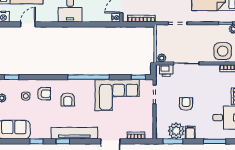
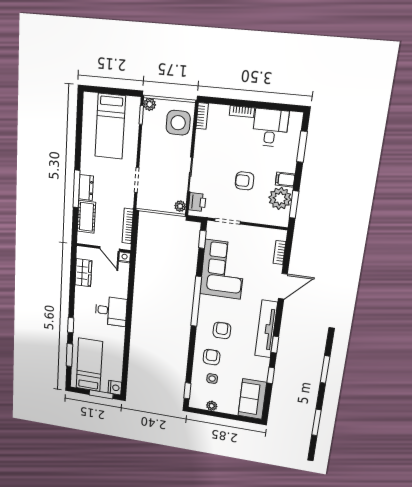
door: (28, 24) -> (126, 362), removed
armchair: (68, 99) -> (222, 330), turned -90

